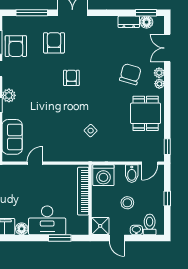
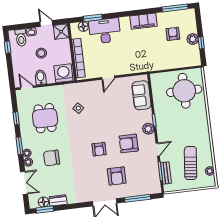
armchair: (16, 46) -> (129, 143), moved, turned -90
chair: (130, 74) -> (52, 158), turned 73
window: (167, 94) -> (19, 146), added
dining table: (146, 113) -> (45, 118), moved
window: (167, 147) -> (16, 118), moved
door: (35, 163) -> (108, 78), moved
door: (150, 163) -> (27, 88), hinge flipped
window: (167, 198) -> (8, 47), moved
floor lamp: (22, 229) -> (83, 27), moved

